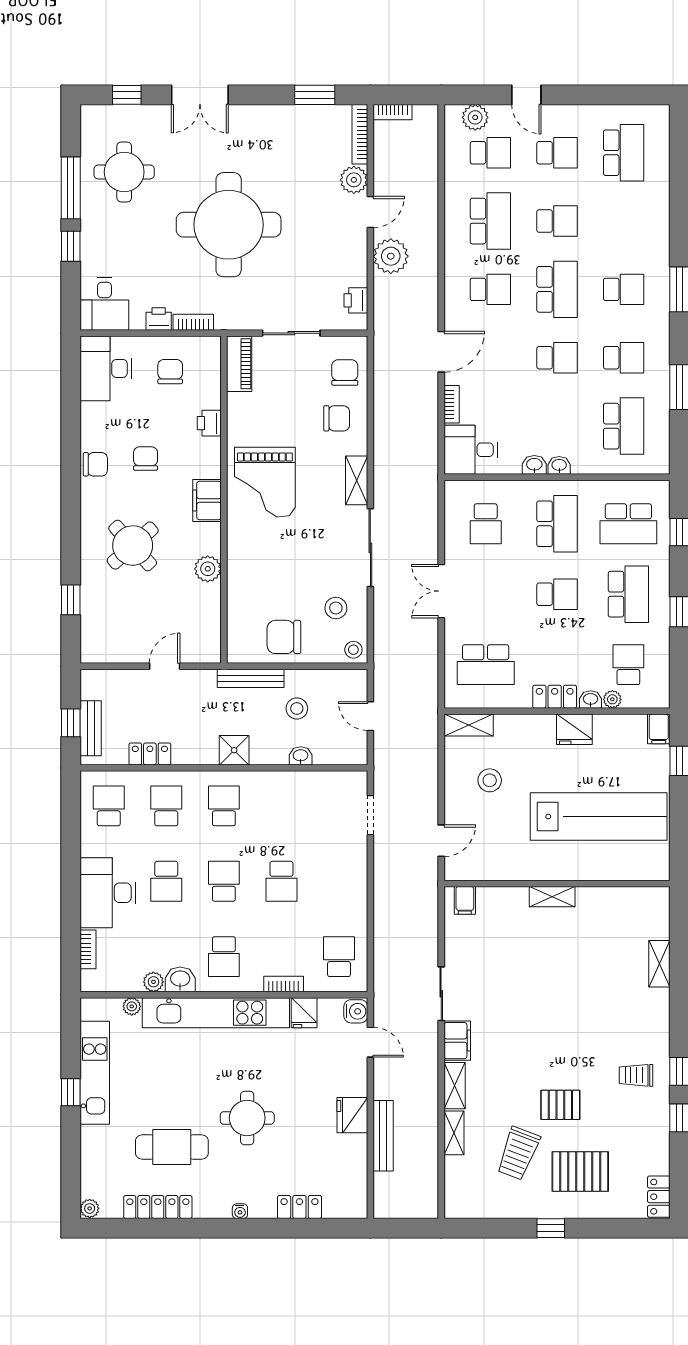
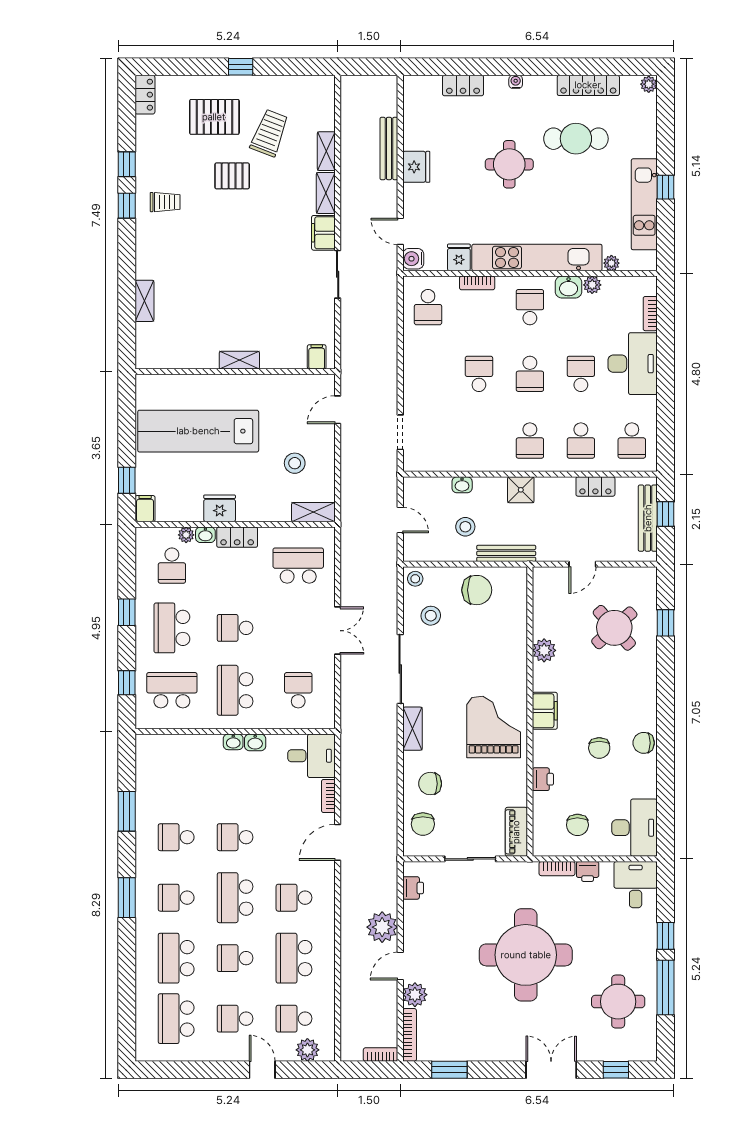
school desk: (624, 426) -> (176, 958), moved
round table: (133, 546) -> (614, 628), moved
bench: (91, 728) -> (648, 518), width x1.36

